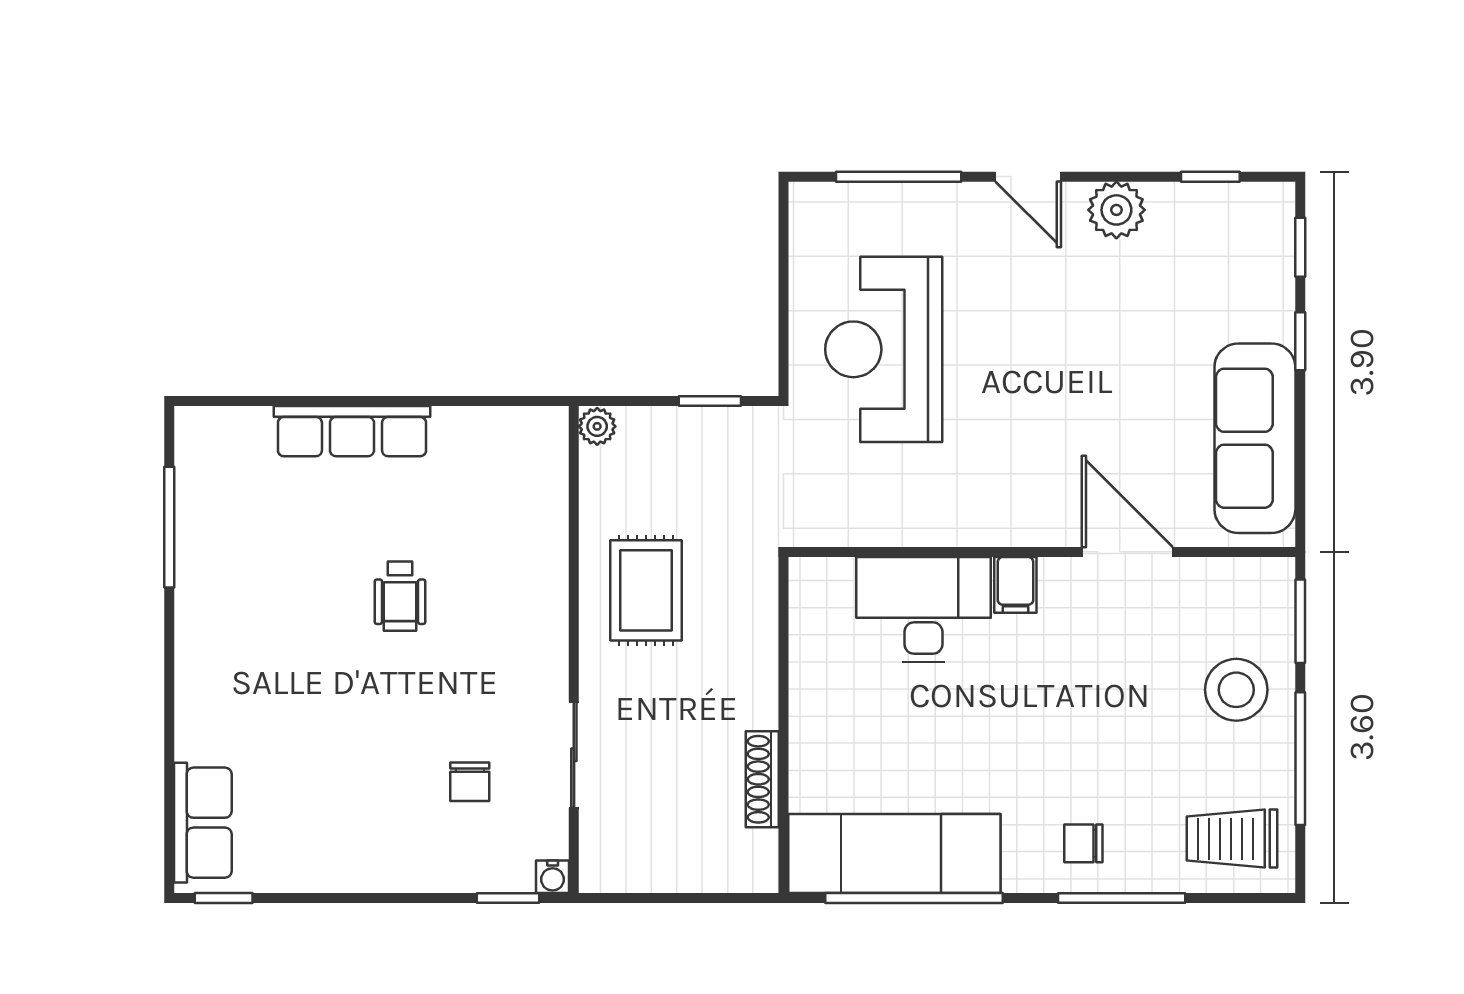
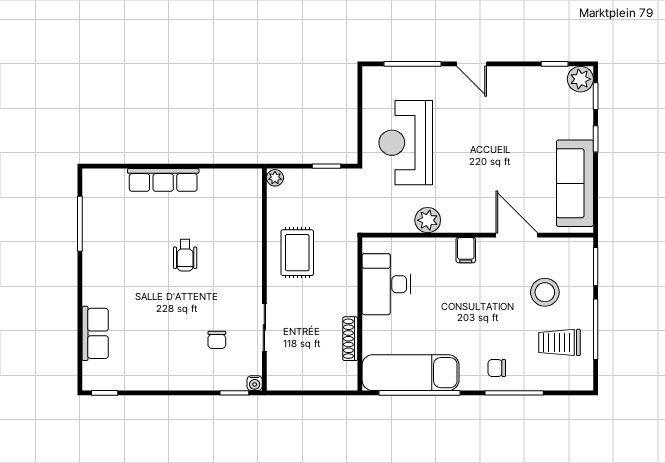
plant: (1116, 210) -> (580, 79), moved
plant: (932, 519) -> (428, 220), added
desk: (923, 610) -> (386, 284), moved, turned -90
stool: (1236, 690) -> (545, 292), moved
row of seats: (203, 823) -> (95, 333), moved
trolley: (1232, 839) -> (559, 342), moved

